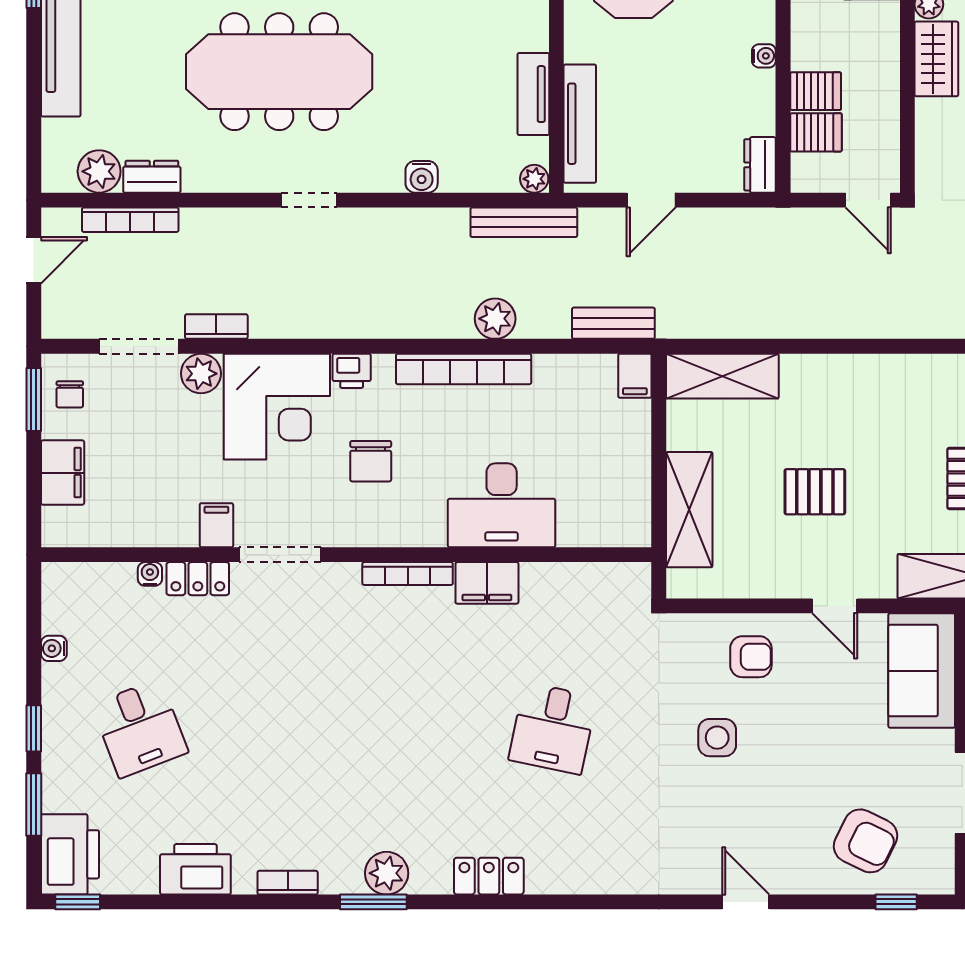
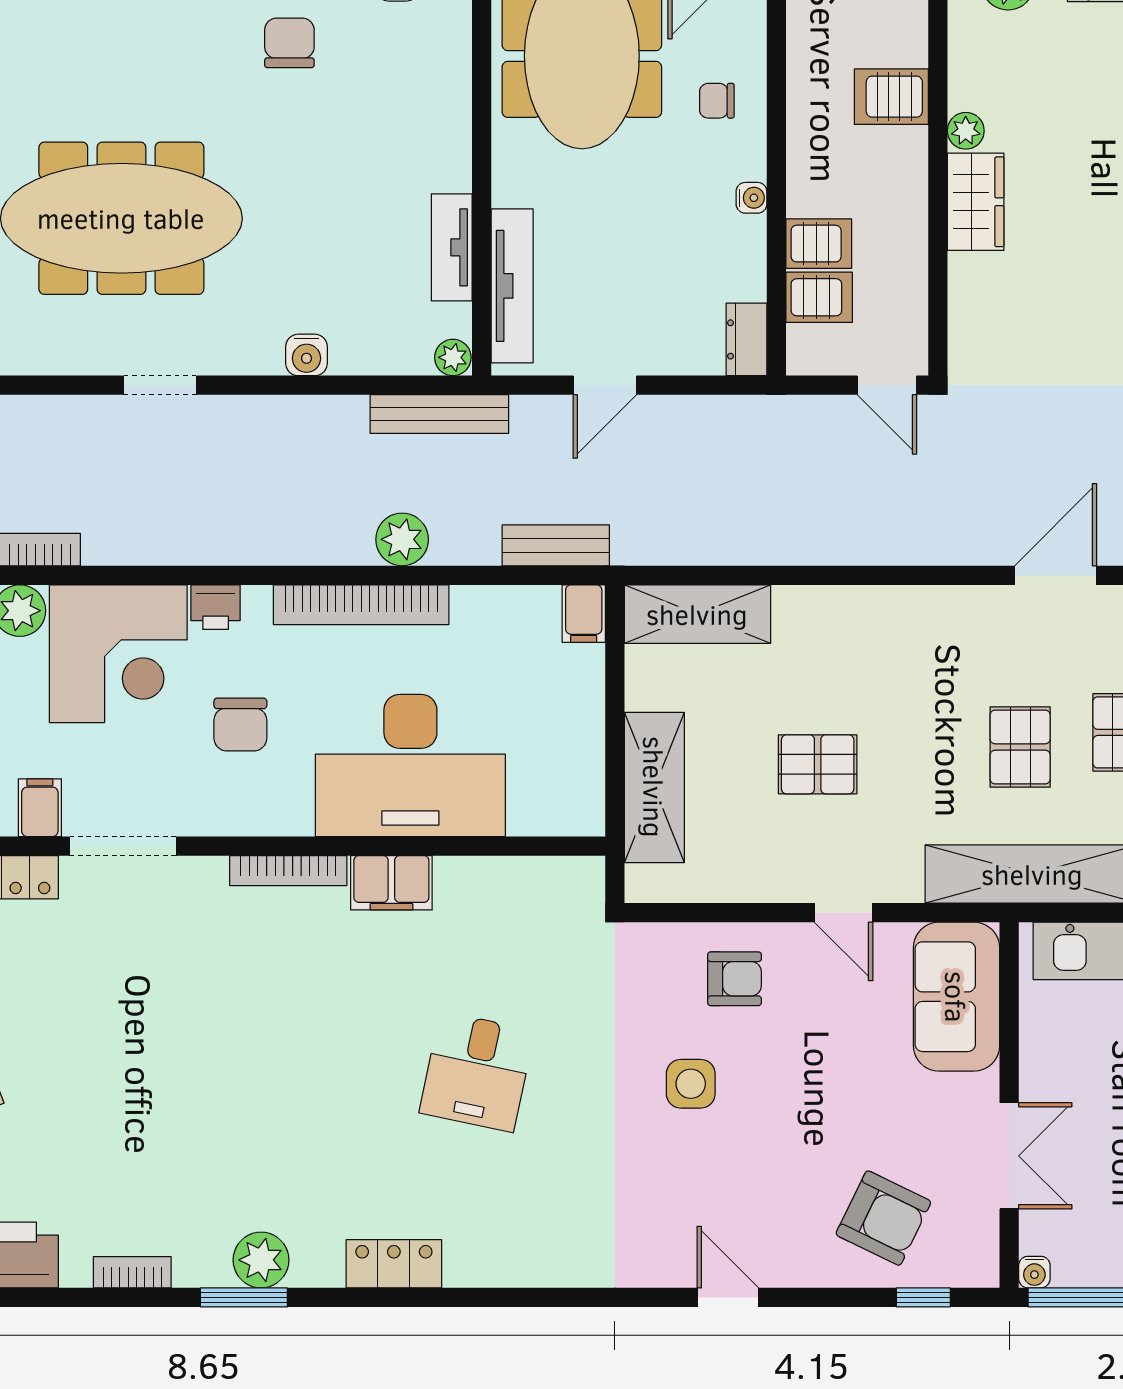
desk: (502, 505) -> (410, 765), width x1.36, depth x1.30

